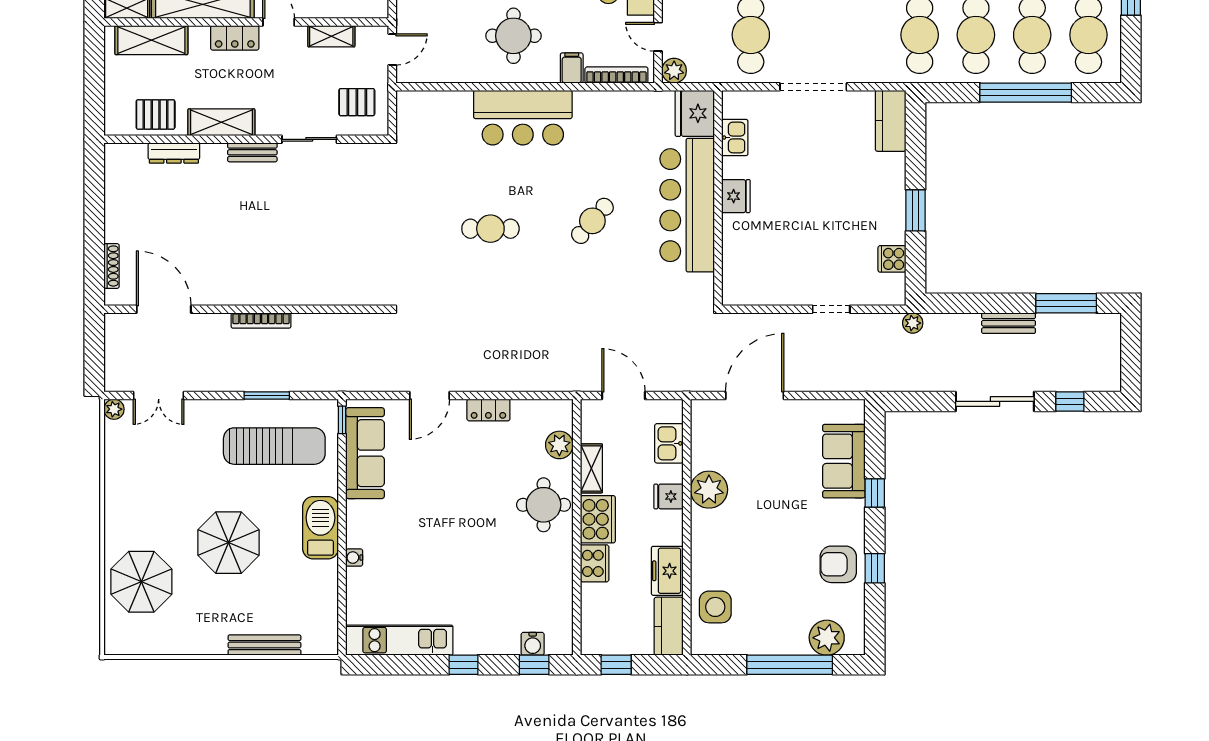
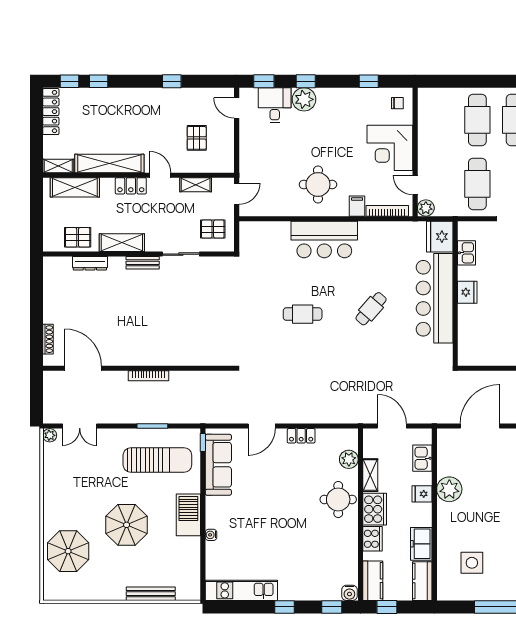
side table: (715, 607) -> (472, 563), moved
kitchen counter: (595, 626) -> (373, 581), added
water cooler: (533, 644) -> (349, 593), moved

